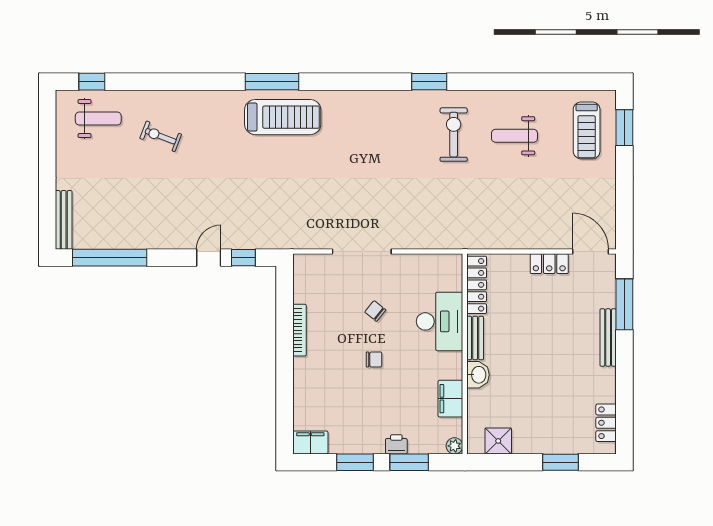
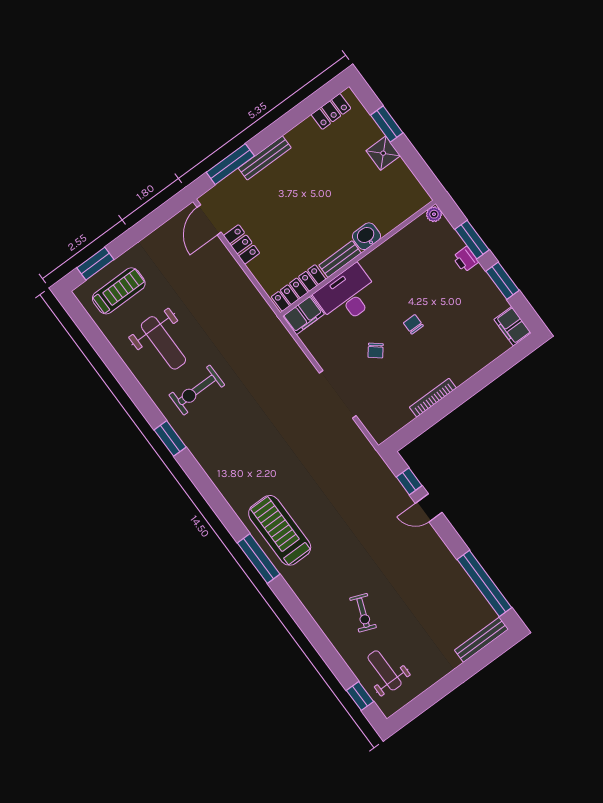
weight bench: (514, 136) -> (163, 343), width x1.36, depth x1.33
filing cabinet: (450, 399) -> (304, 315), moved
shower: (498, 441) -> (383, 153), moved

